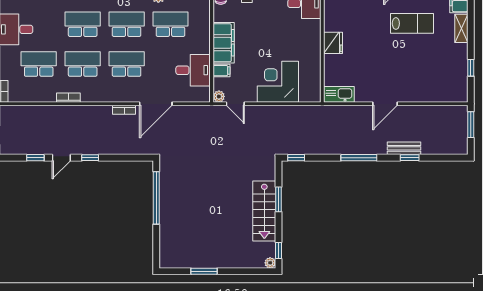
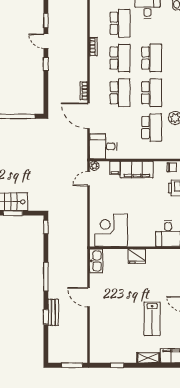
desk: (193, 70) -> (103, 146), moved, turned 90
corner desk: (278, 82) -> (111, 230), moved, turned -90

